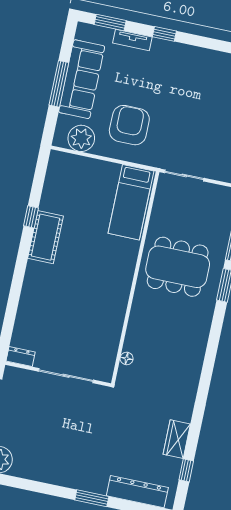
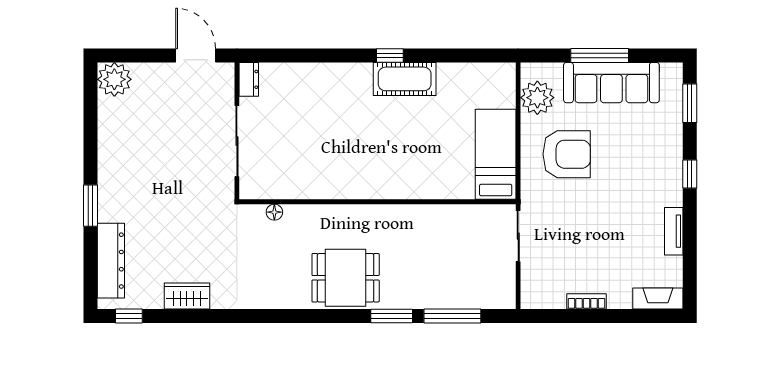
tv unit: (132, 40) -> (674, 231), moved
bed: (131, 202) -> (496, 154), moved, turned 90
window: (31, 217) -> (390, 55), moved
dining table: (178, 267) -> (346, 278), moved, width x0.73
window: (186, 470) -> (129, 316), moved

